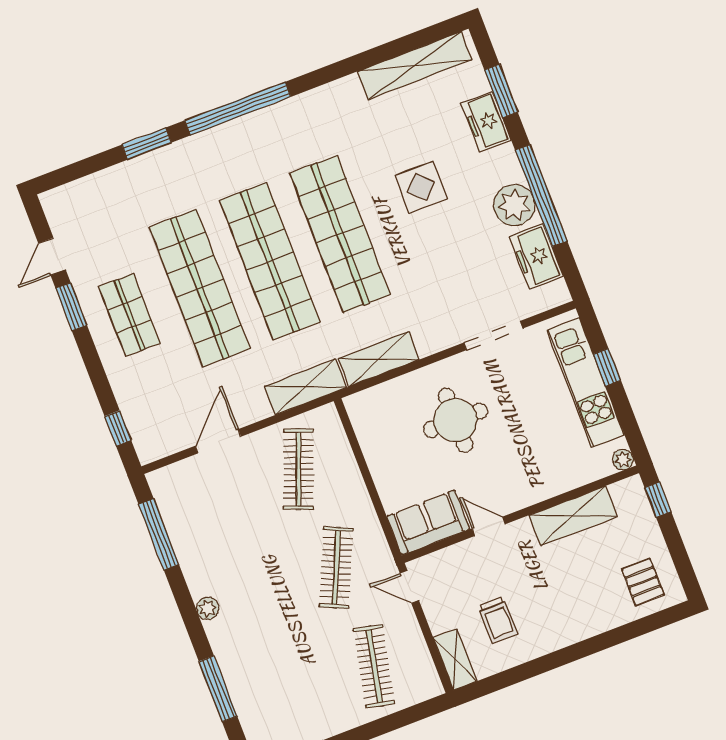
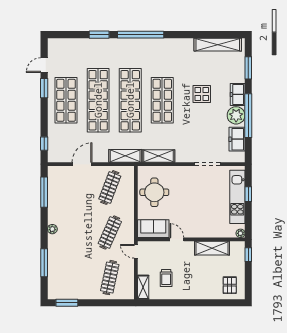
freezer: (486, 122) -> (238, 94), moved
shop shelf: (340, 234) -> (162, 100), width x0.71
shop shelf: (129, 315) -> (66, 100), width x1.43, depth x1.36
round table: (456, 420) -> (154, 192), moved

